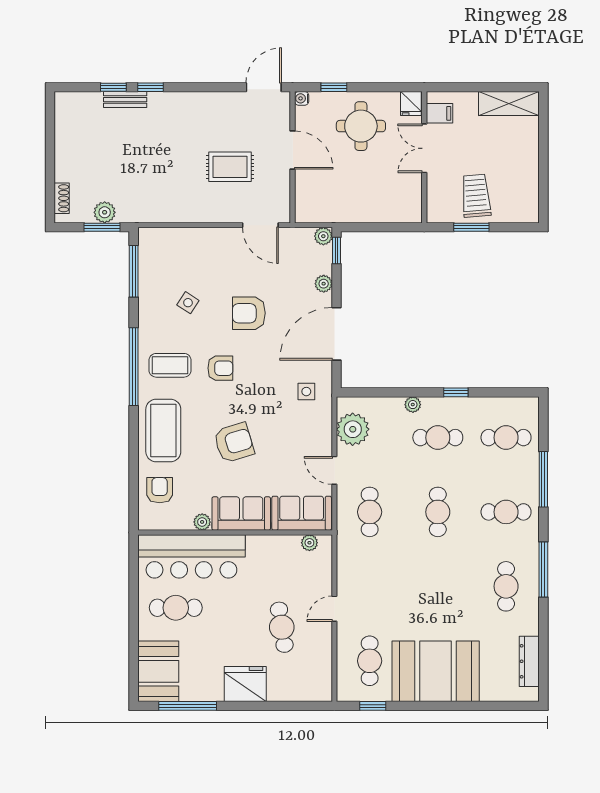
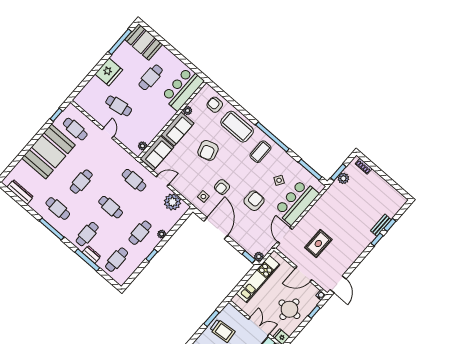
kitchen unit: (357, 209) -> (258, 279), added
door: (260, 225) -> (285, 236), hinge flipped
bar counter: (197, 250) -> (297, 202), added
plant: (324, 284) -> (240, 240), removed
armchair: (220, 368) -> (222, 187), moved
dresser: (530, 480) -> (91, 254), added
armchair: (160, 490) -> (215, 105), turned 180
bar counter: (191, 556) -> (183, 89), width x0.73
cafe table: (438, 586) -> (81, 182), added
cafe table: (176, 608) -> (151, 77), moved

